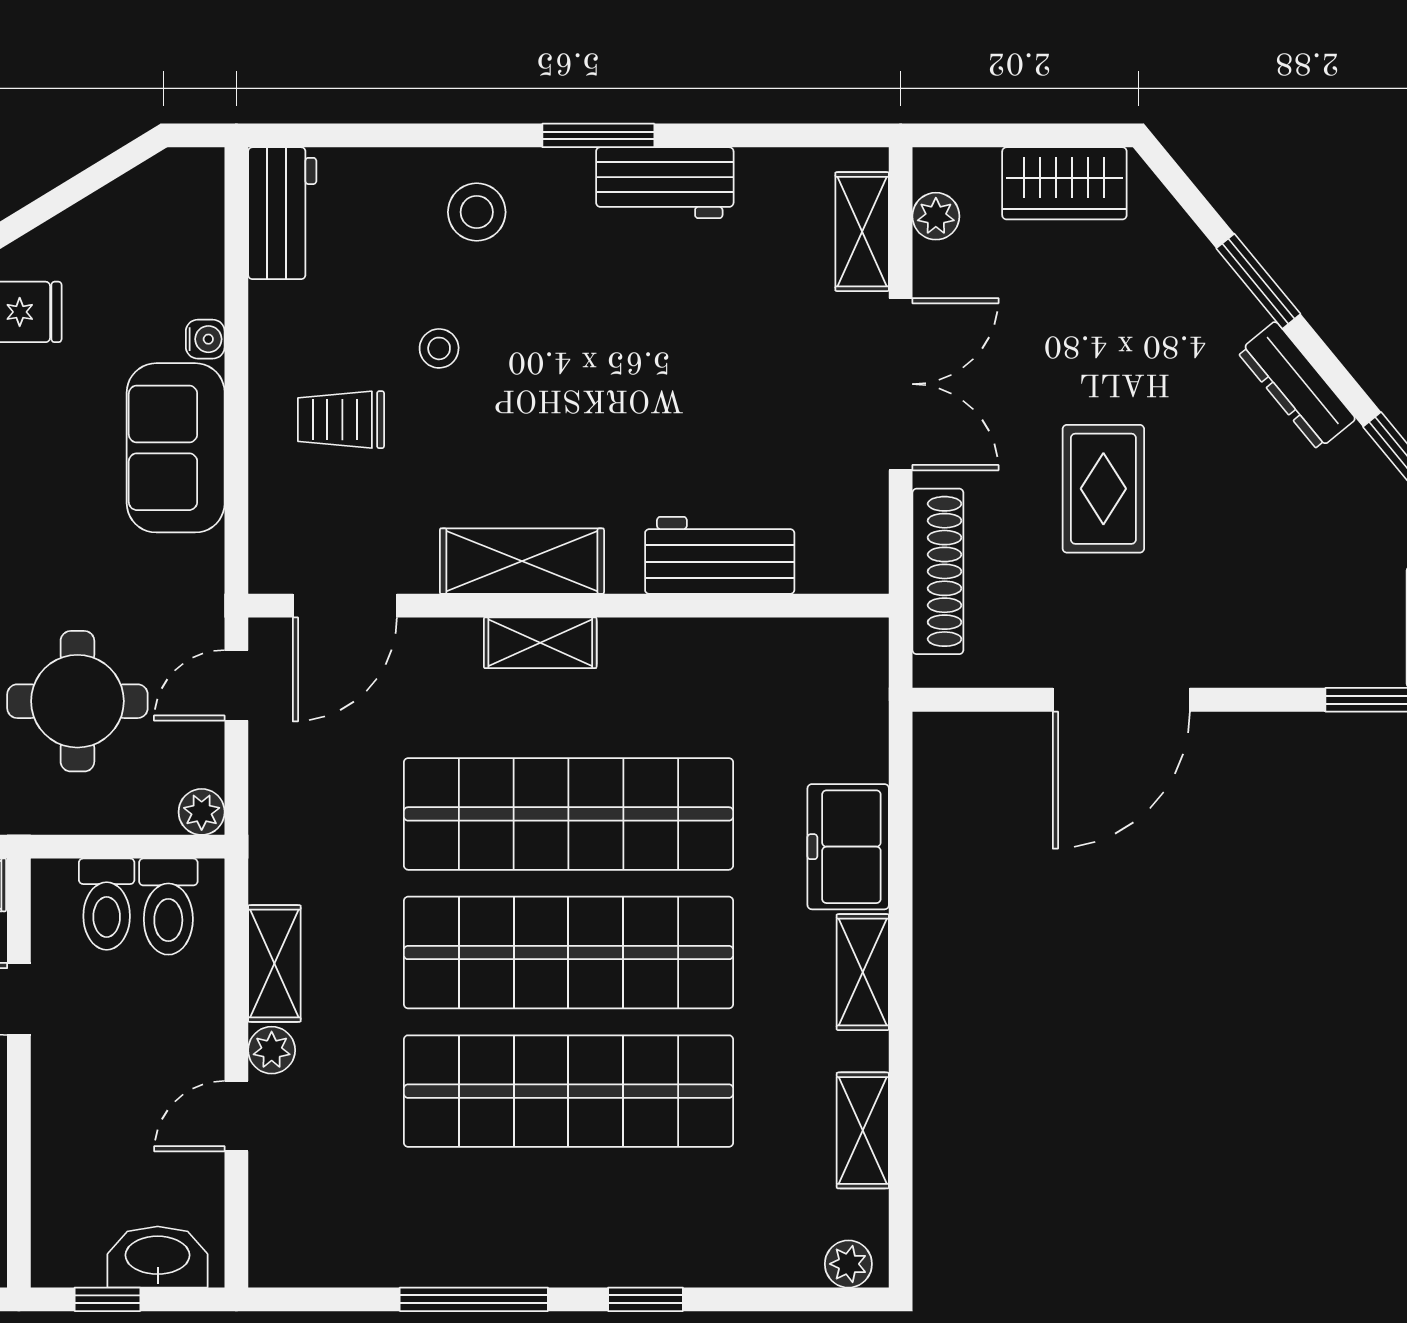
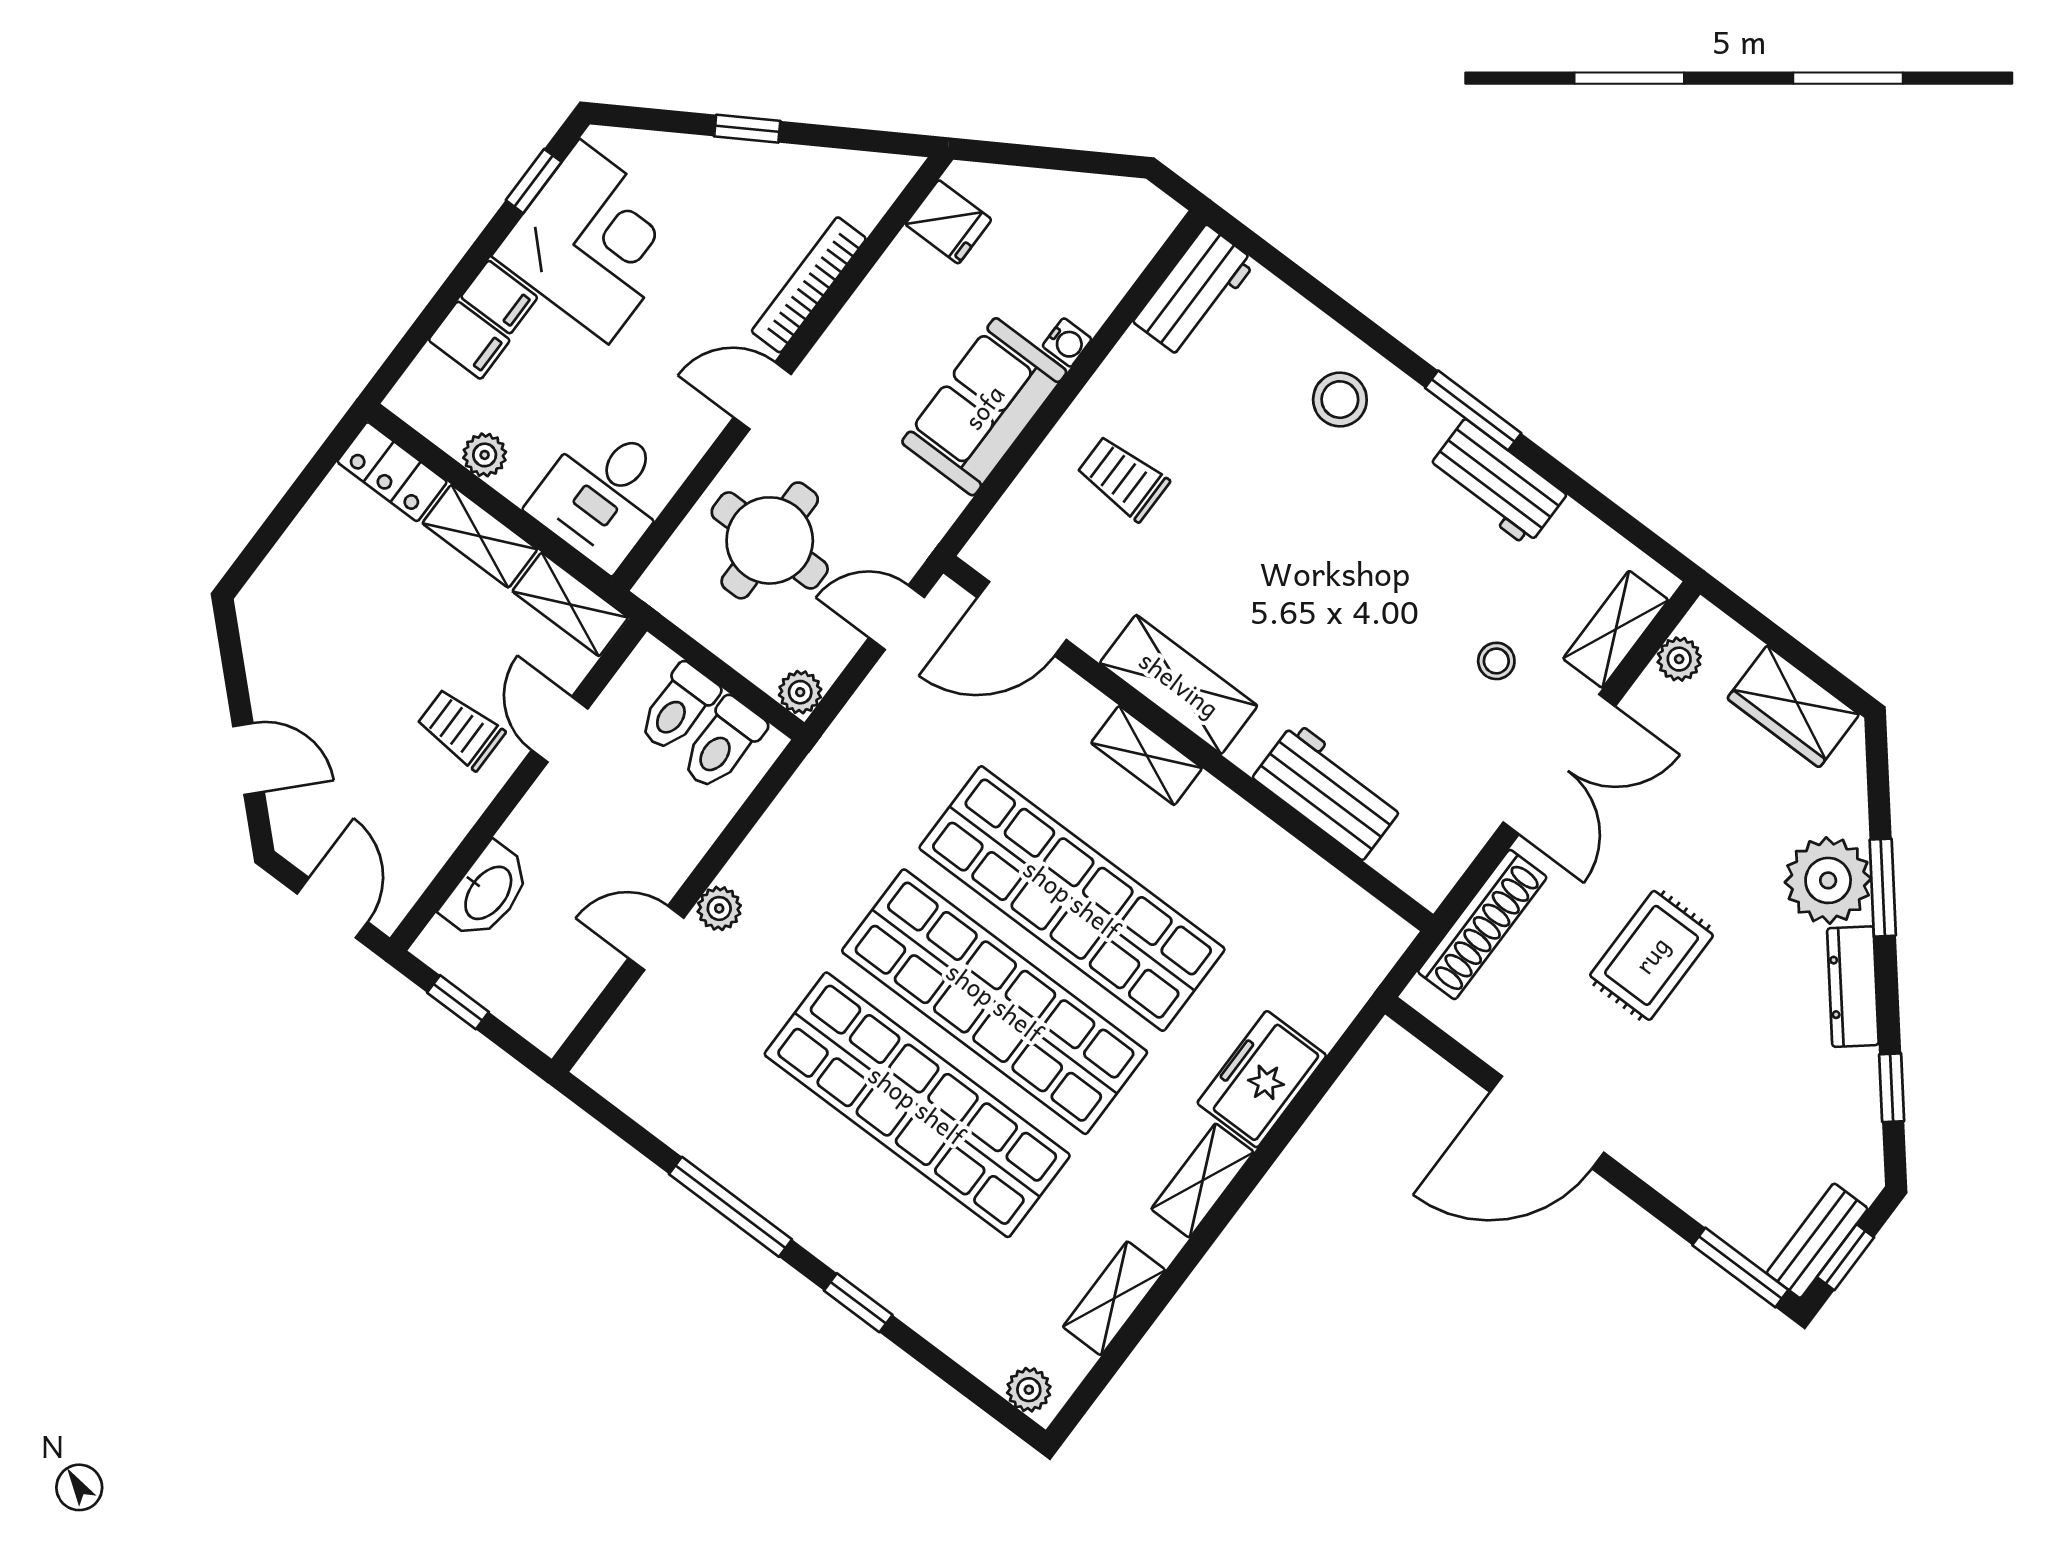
plant: (1207, 310) -> (1828, 880), added
stool: (439, 348) -> (1496, 661), moved
shelving: (274, 963) -> (770, 846), removed
washbasin: (158, 1257) -> (487, 892), moved, turned 90

